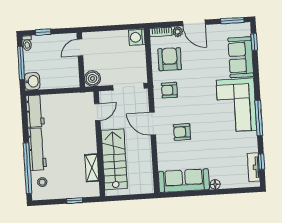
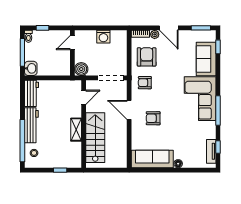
washing machine: (137, 37) -> (103, 37), moved, turned -90
shelving: (92, 168) -> (76, 130), moved

